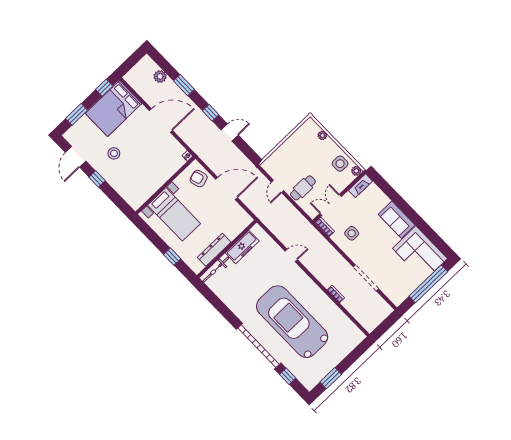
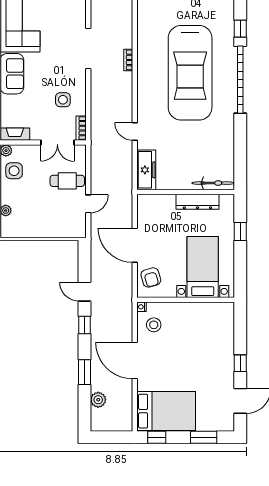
stool: (114, 153) -> (154, 325), moved
freezer: (242, 247) -> (146, 170), moved, turned 90

